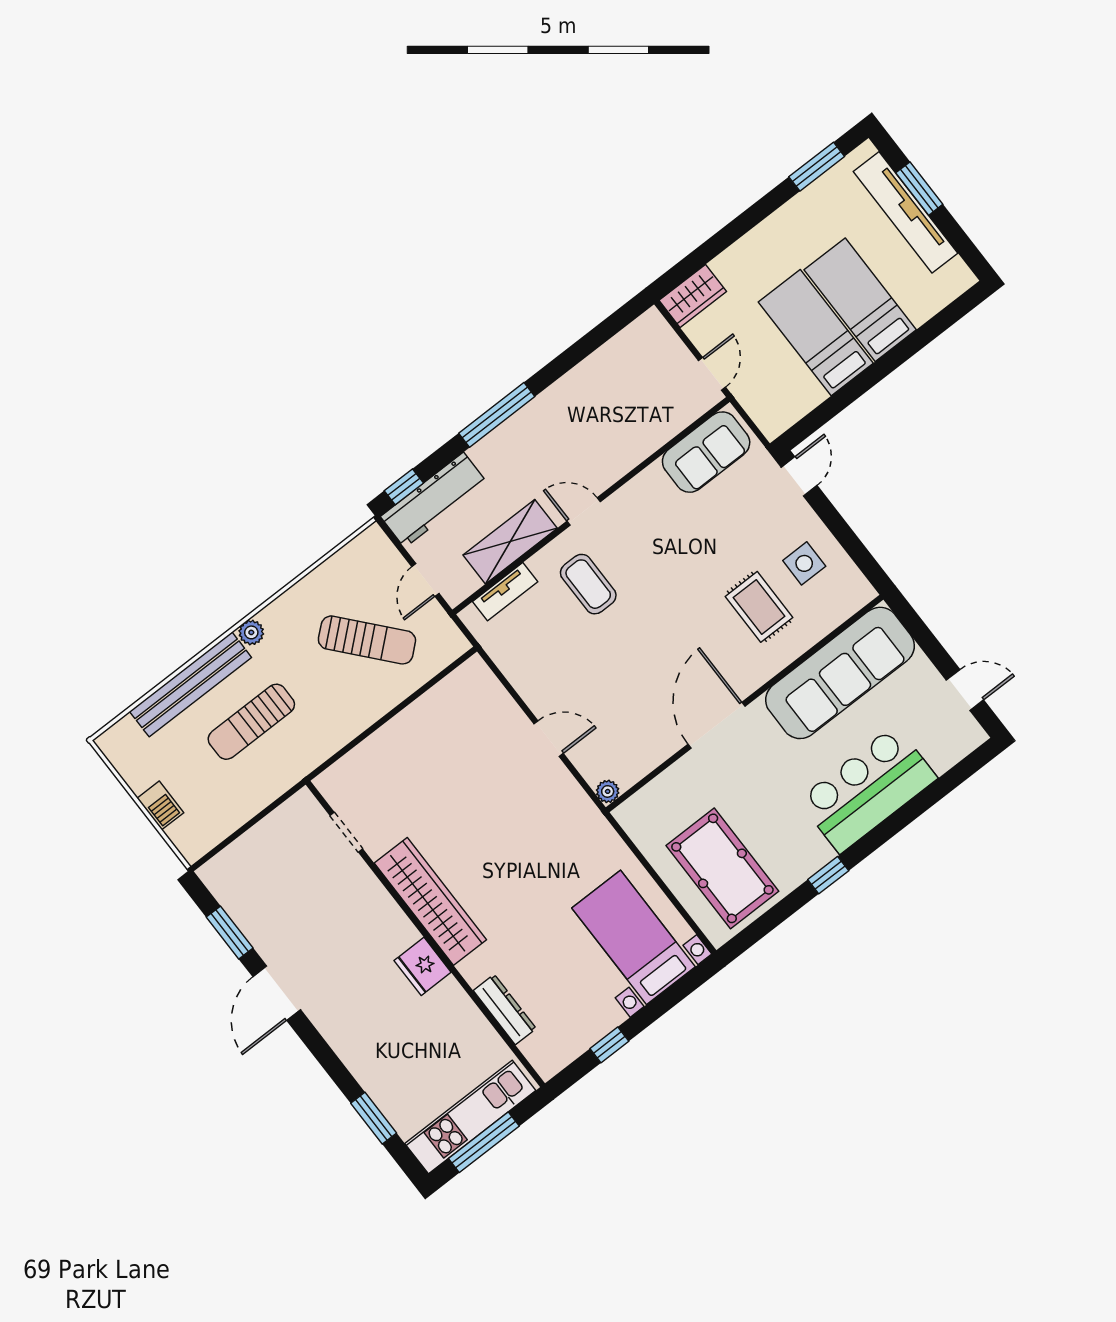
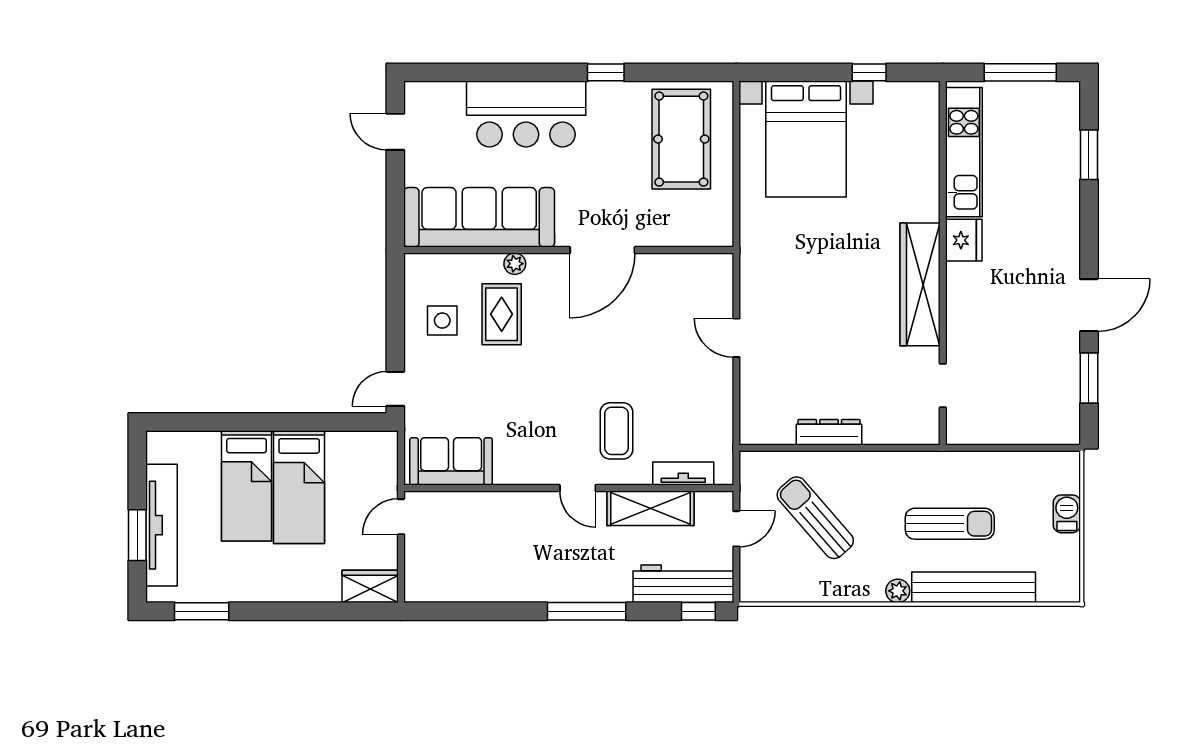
plant: (608, 791) -> (515, 264), moved
bed with nightstands: (634, 937) -> (806, 139), width x1.36
dresser: (505, 1010) -> (829, 432), moved, turned 90
kitchen unit: (470, 1117) -> (964, 152), moved, turned -90

